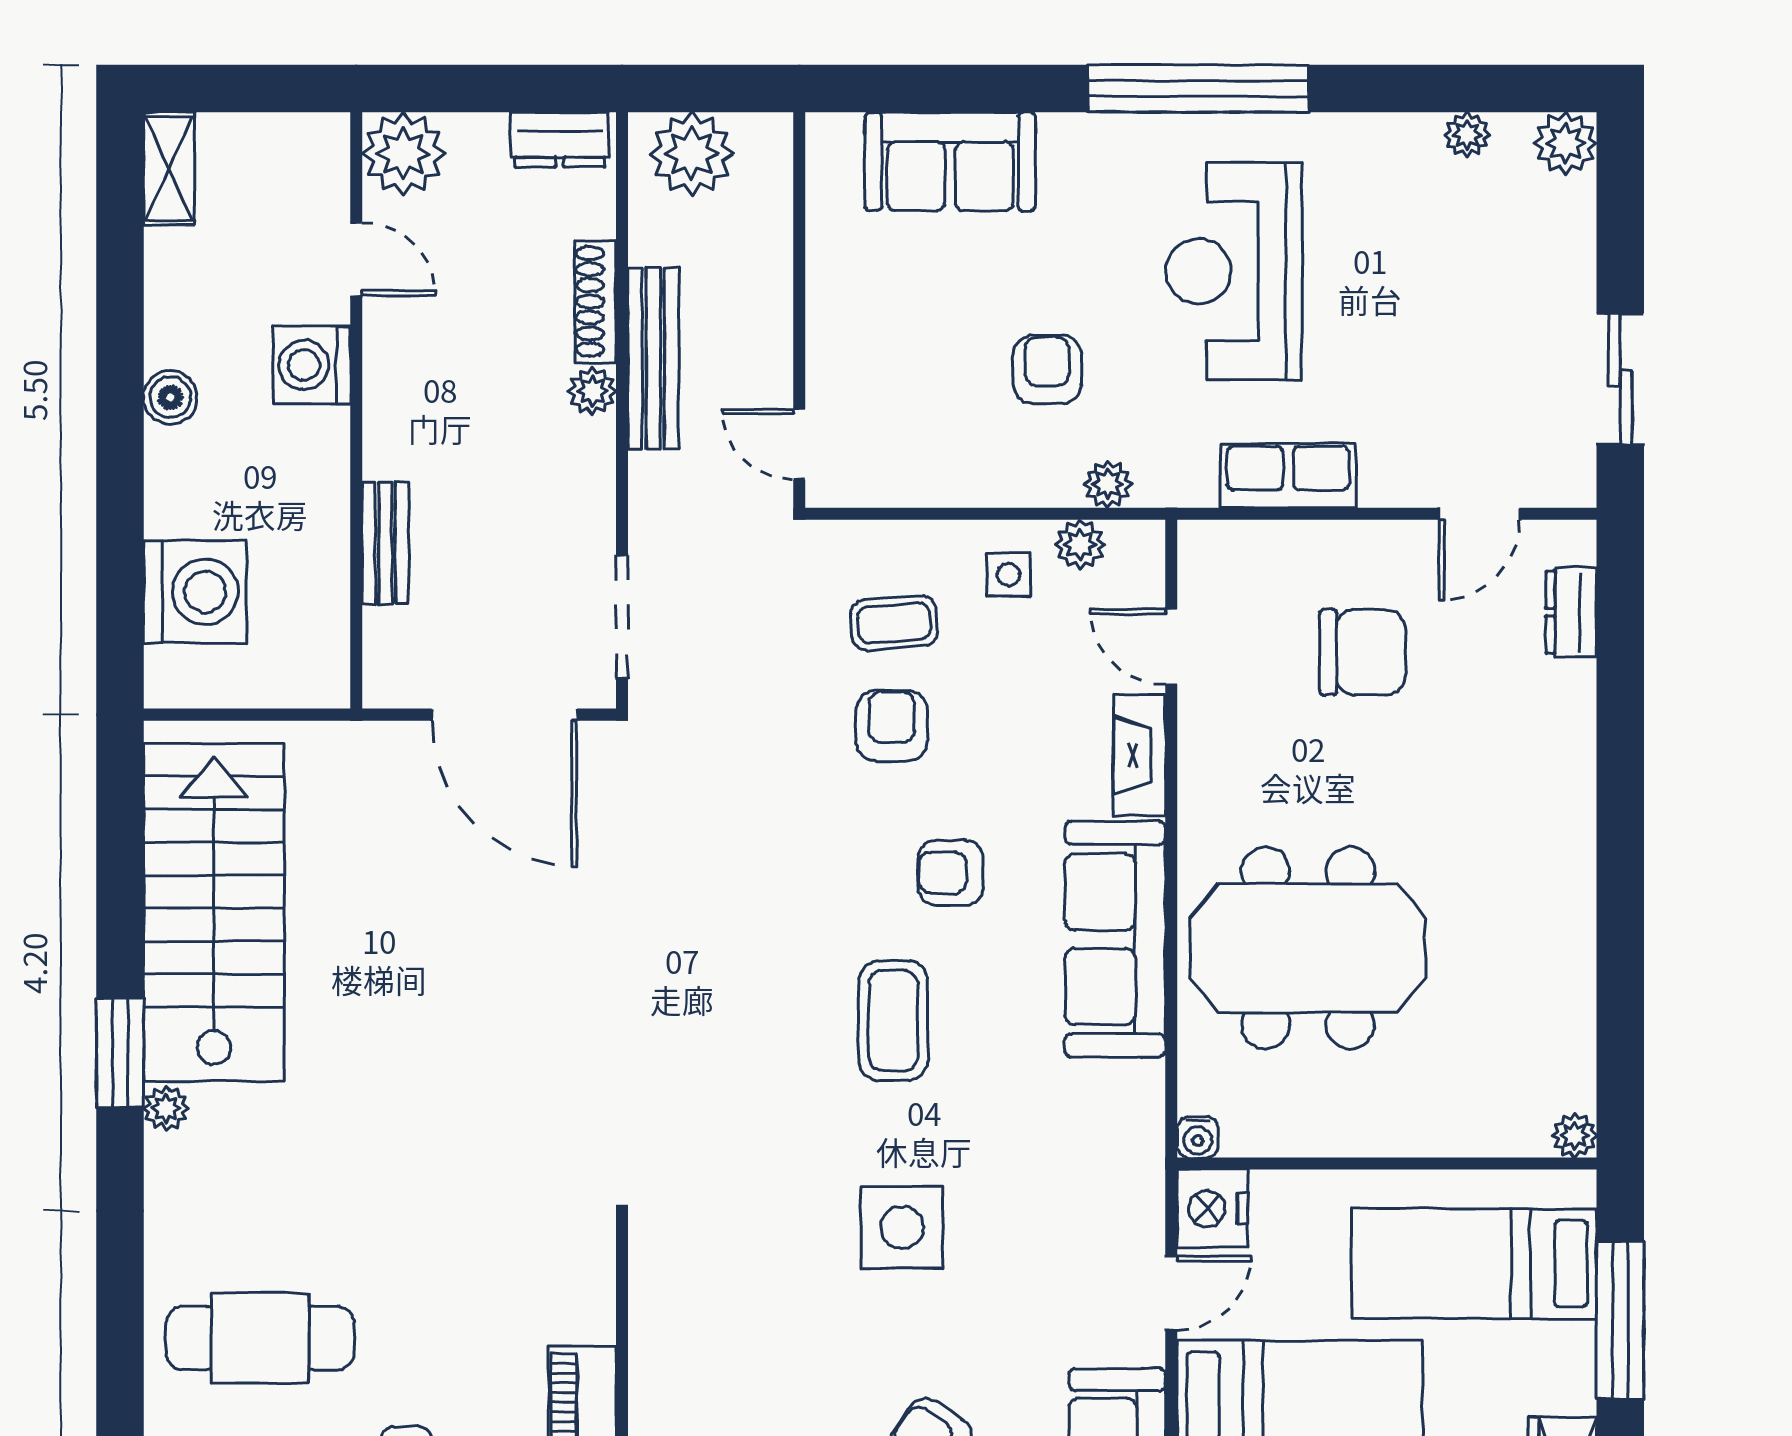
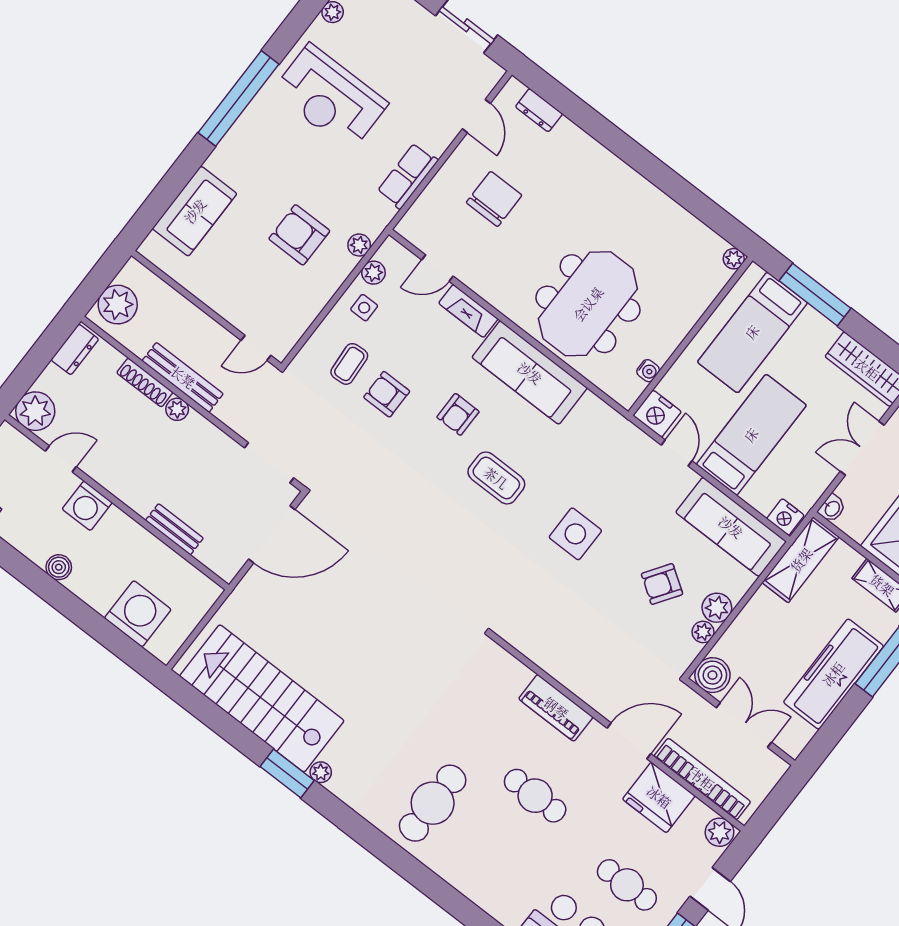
reception desk: (1234, 271) -> (330, 98), moved
armchair: (1047, 370) -> (299, 235), width x1.38, depth x1.38
water cooler: (1198, 1137) -> (648, 371), moved

